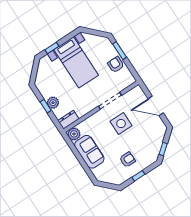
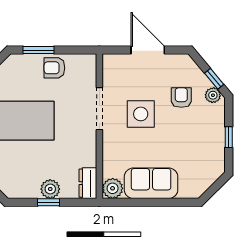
door: (156, 106) -> (148, 50), swing flipped
plant: (154, 154) -> (213, 95), added
armchair: (127, 160) -> (181, 98), moved

